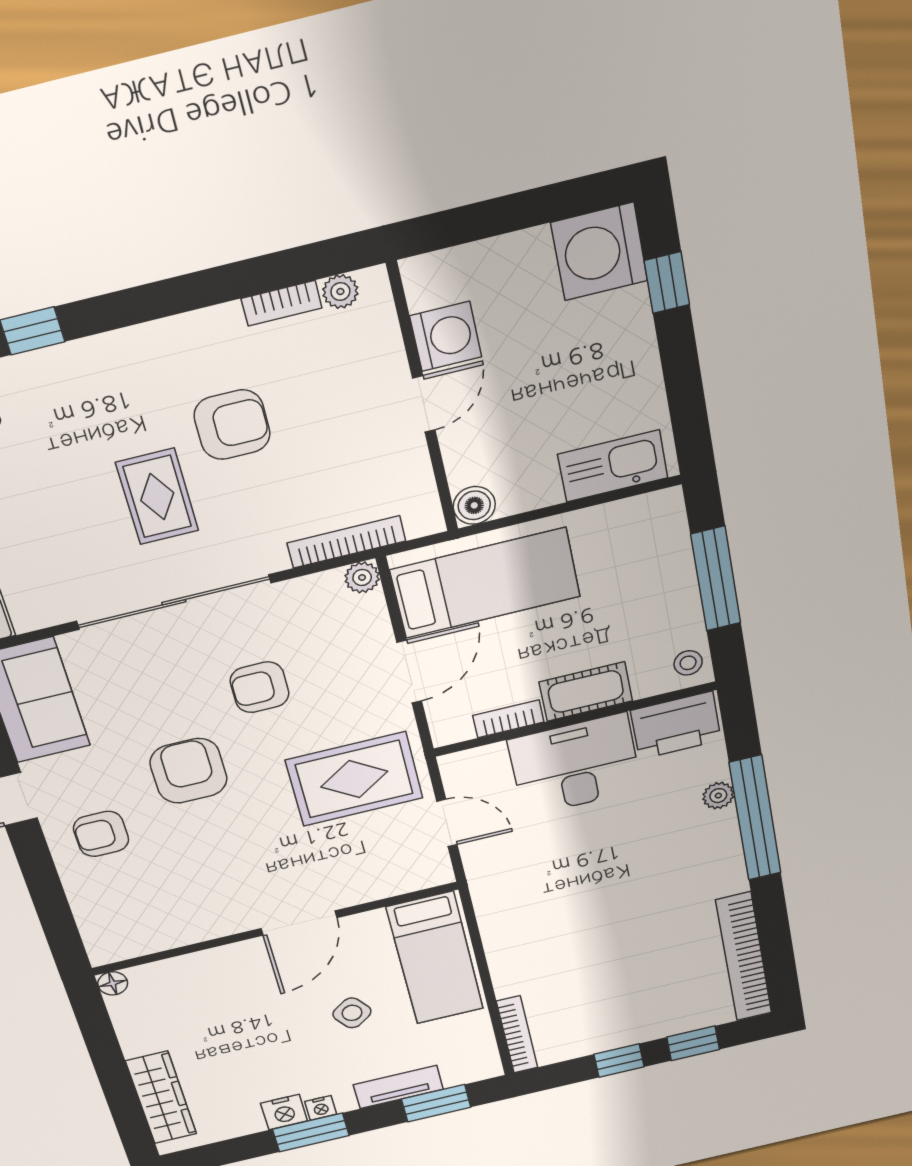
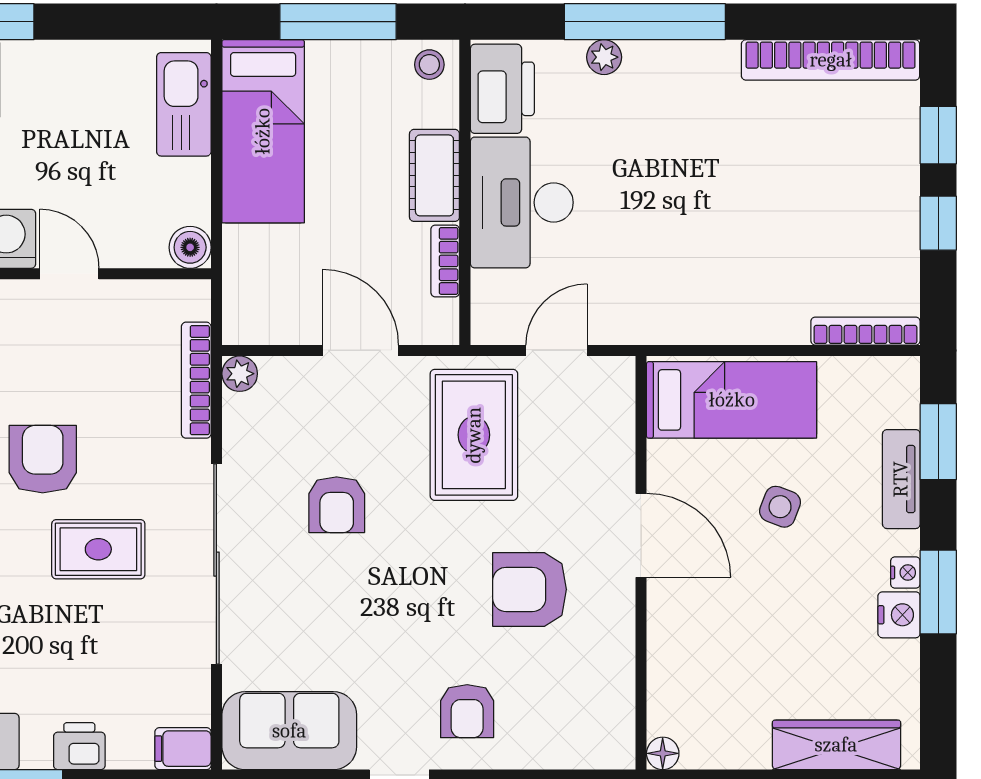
bed: (485, 583) -> (263, 131), moved, turned 180
armchair: (189, 771) -> (530, 589), moved
side table: (352, 1013) -> (780, 507), turned -33

